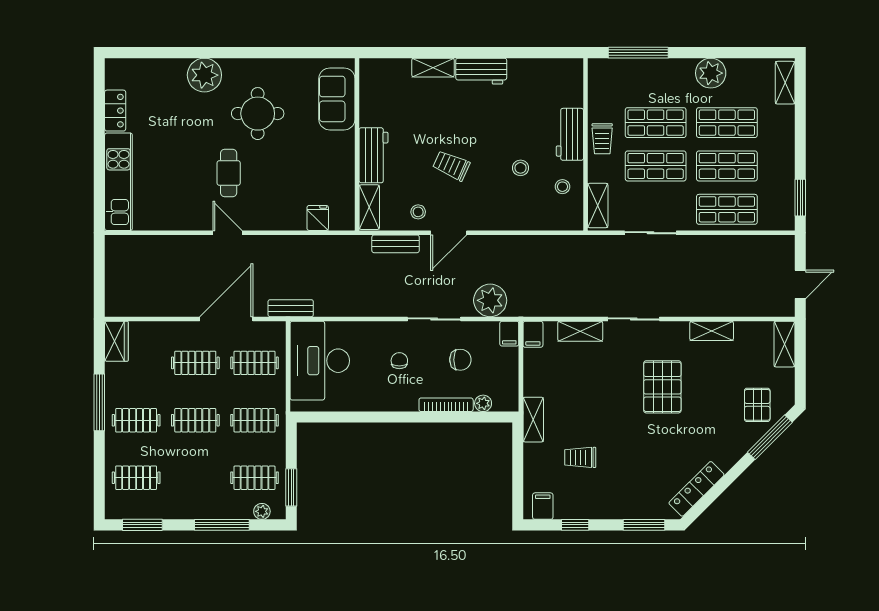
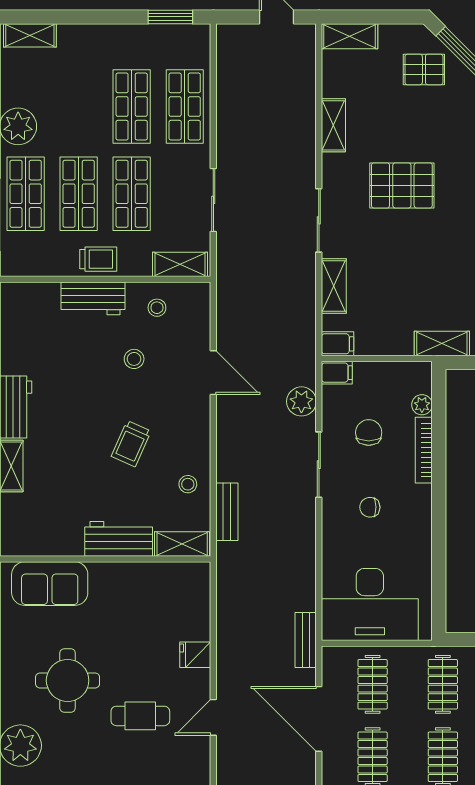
shop shelf: (727, 123) -> (26, 194), moved
fridge: (318, 218) -> (195, 655), moved
door: (449, 233) -> (213, 373), moved
plant: (490, 300) -> (301, 401), width x0.73, depth x0.73

